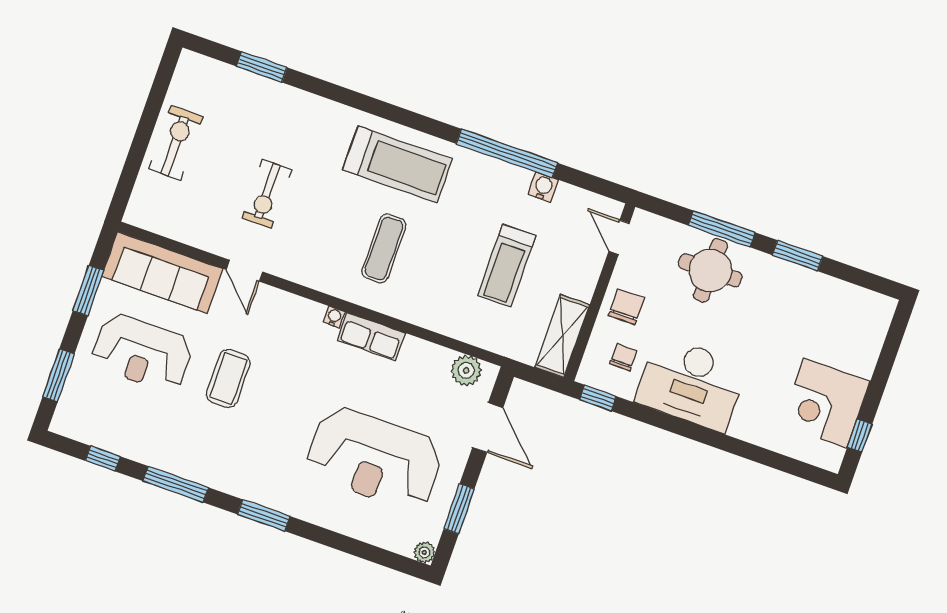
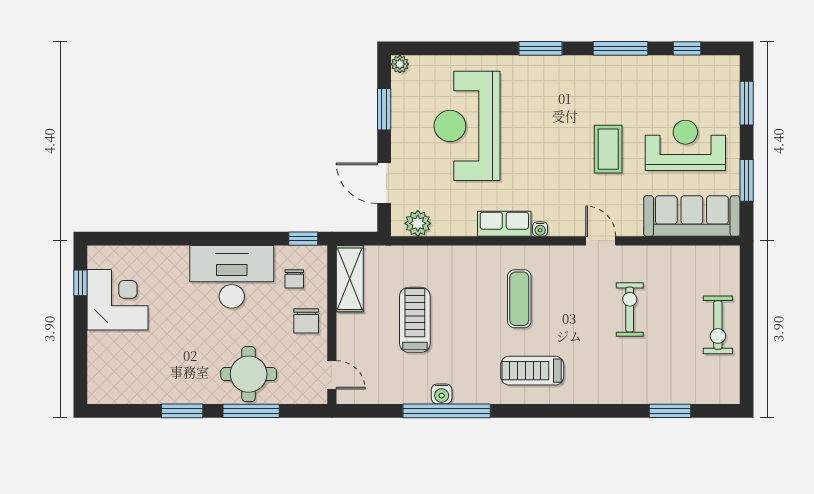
treadmill: (397, 165) -> (532, 371), width x0.73, depth x0.73
water cooler: (543, 187) -> (442, 394), moved
door: (244, 271) -> (601, 241), moved
reception desk: (374, 458) -> (467, 126), turned -90

